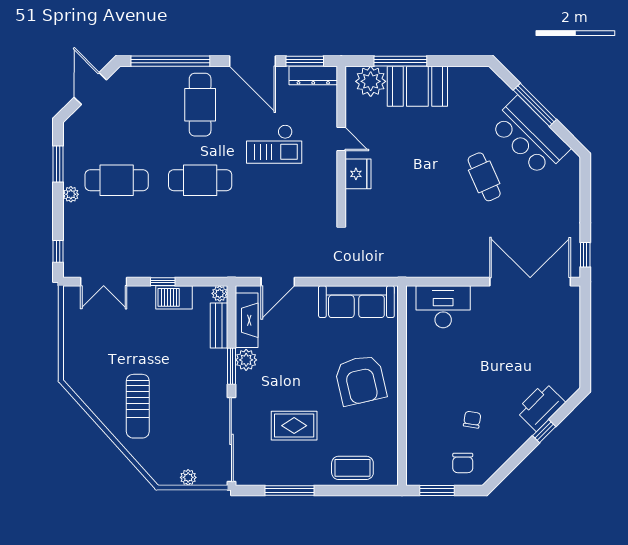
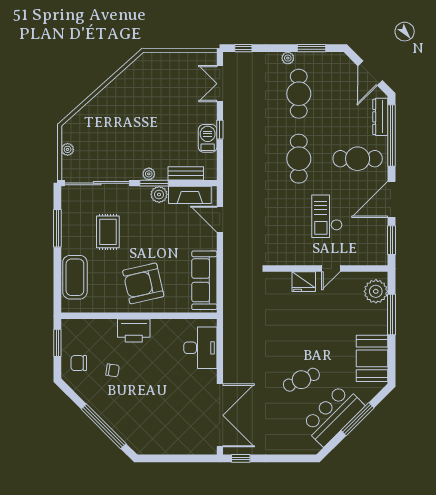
dresser: (313, 75) -> (380, 117), moved
booth: (417, 86) -> (372, 358), moved
door: (90, 89) -> (370, 73), swing flipped
plant: (220, 293) -> (149, 174), moved
sun lounger: (138, 406) -> (123, 110), removed
printer: (541, 407) -> (134, 330), moved, turned 135
window: (544, 431) -> (104, 426), width x3.17
coffee table: (352, 468) -> (75, 277), width x1.36, depth x1.32

